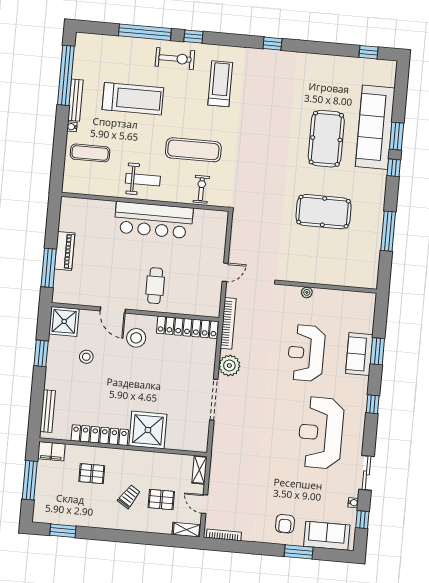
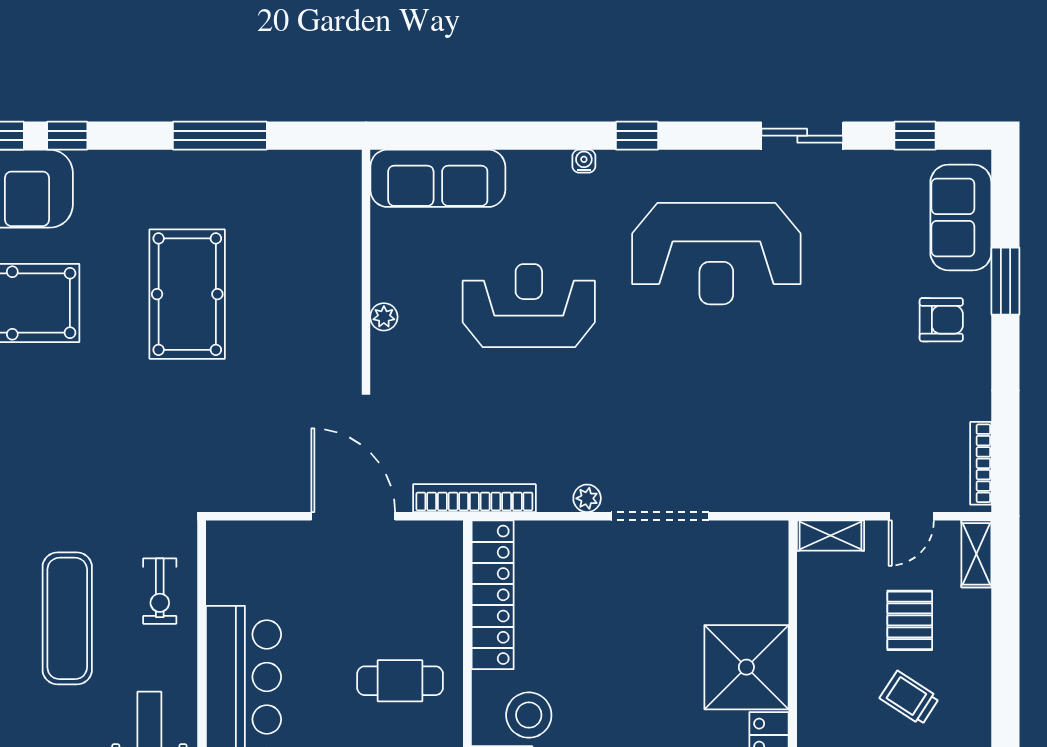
exercise bike: (201, 189) -> (160, 591), turned -90
door: (225, 272) -> (353, 516), width x1.87
window: (377, 351) -> (509, 136), removed
reception desk: (306, 353) -> (529, 306), turned 180
sofa: (359, 354) -> (438, 178), moved, width x1.36
plant: (229, 366) -> (587, 498), width x0.53, depth x0.53
water cooler: (353, 503) -> (584, 161), moved

